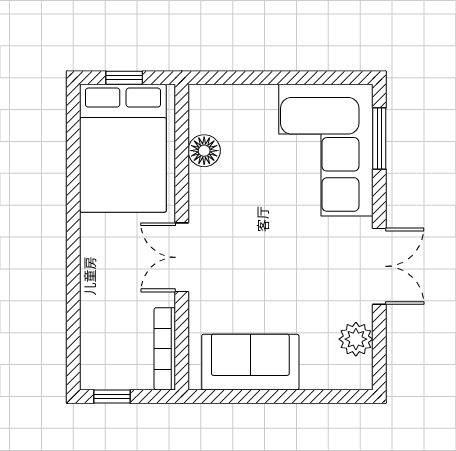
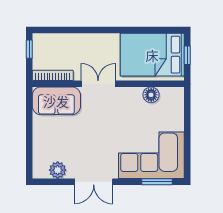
sofa: (250, 362) -> (56, 101), moved, turned 90

